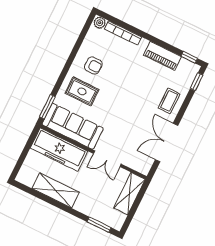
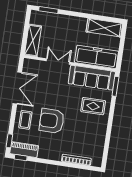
plant: (100, 23) -> (96, 162), removed
piano: (163, 56) -> (24, 150), moved
armchair: (93, 66) -> (52, 121), moved, width x1.88, depth x1.88
shelving: (56, 190) -> (104, 28), moved

